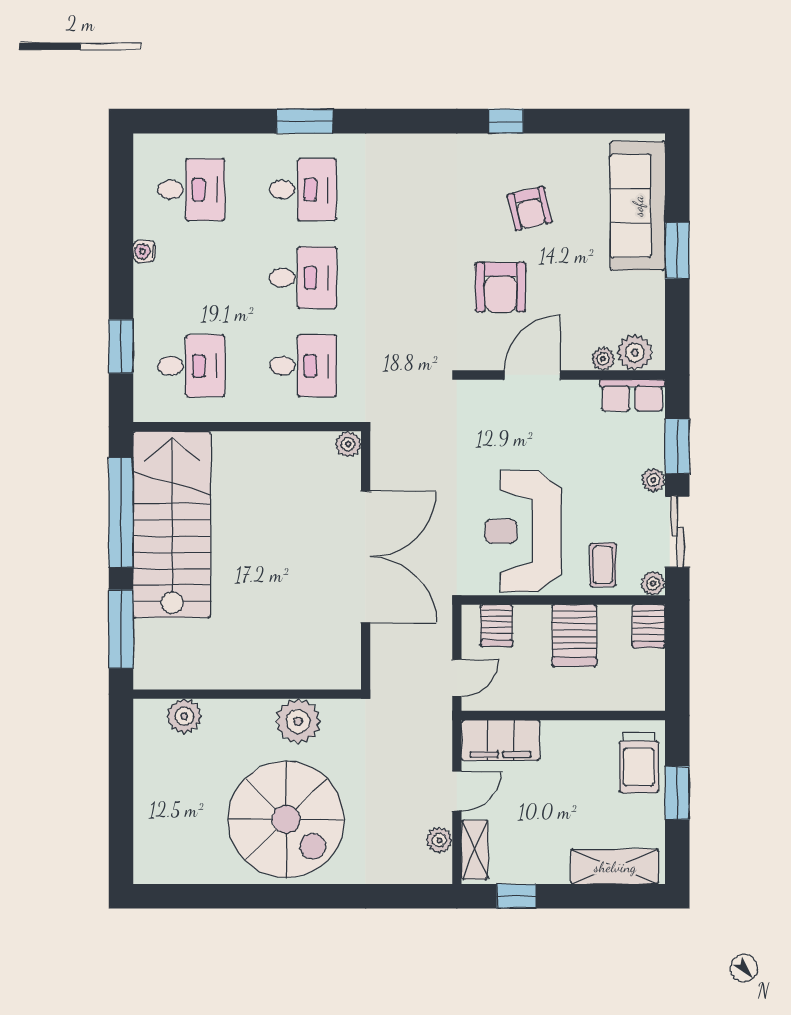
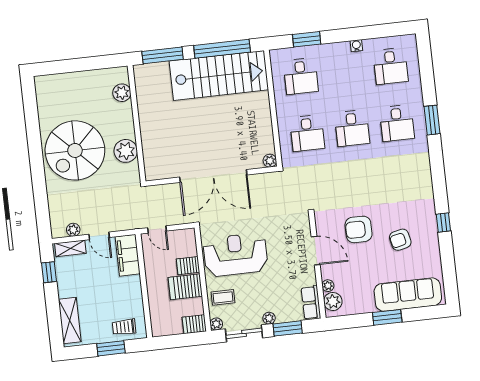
server rack: (497, 625) -> (188, 266), moved
trolley: (639, 763) -> (124, 327), width x0.73, depth x0.72

